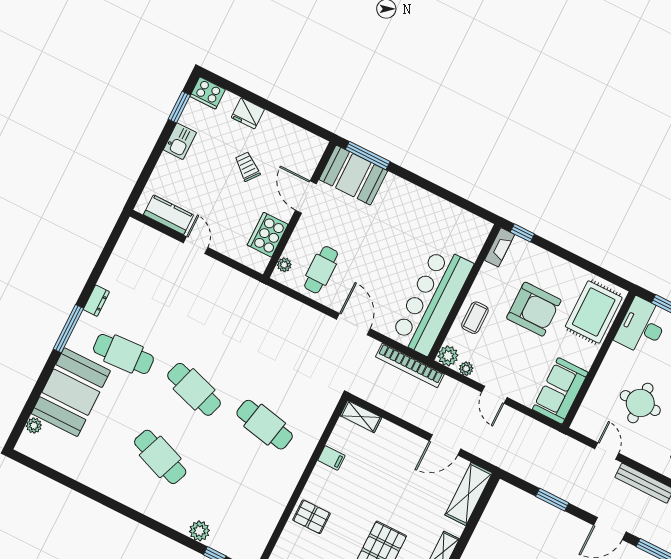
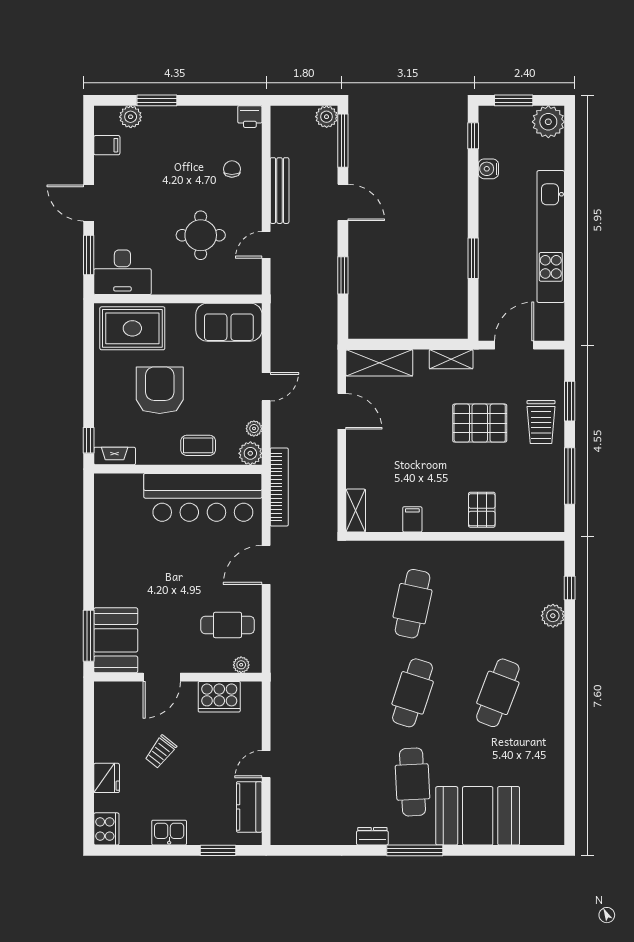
window: (179, 107) -> (218, 850), moved
plant: (34, 426) -> (530, 836), removed

